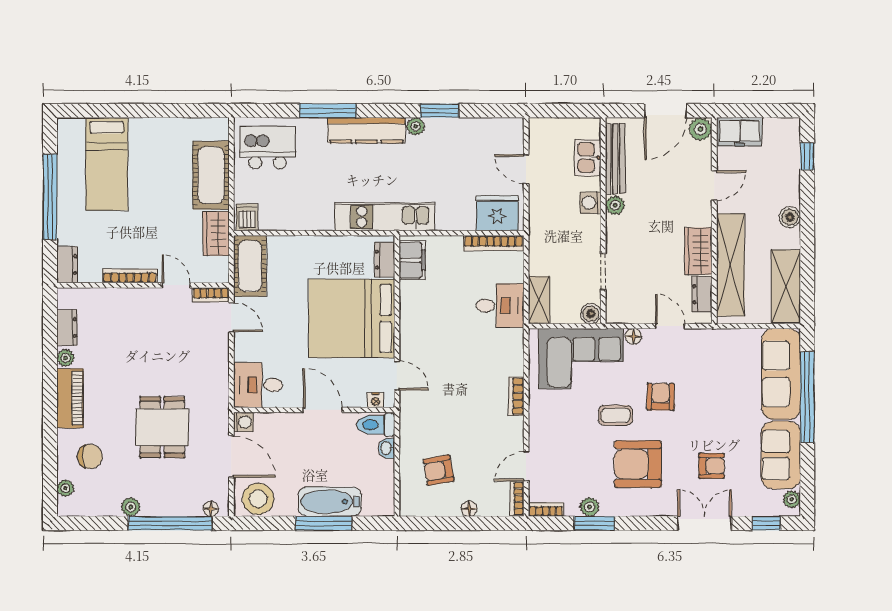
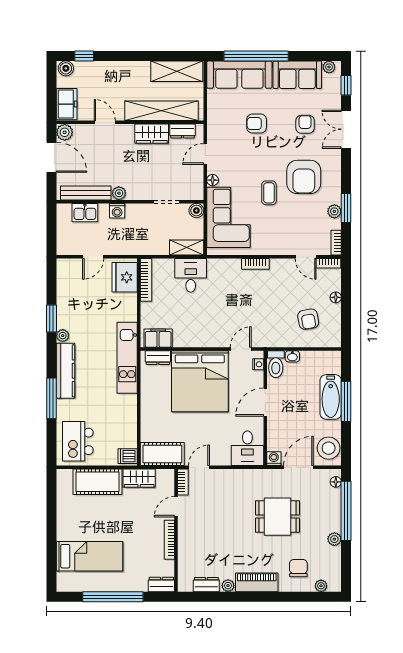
boiler: (790, 217) -> (66, 68), moved
armchair: (661, 397) -> (257, 124), moved

